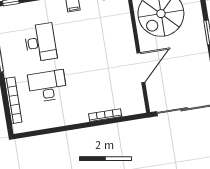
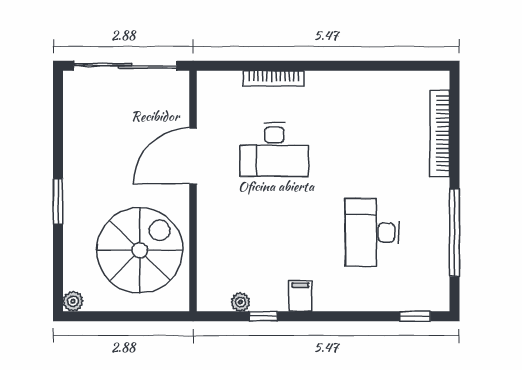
desk: (47, 86) -> (274, 150), moved

